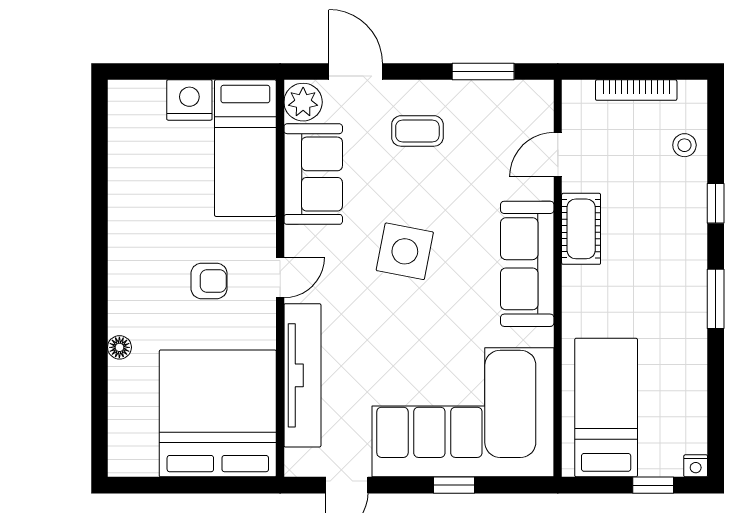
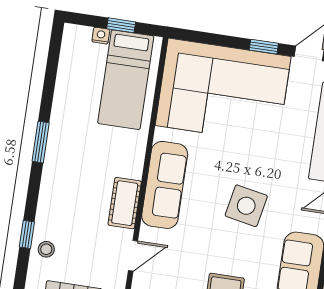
window: (716, 203) -> (27, 234), moved
nightstand: (696, 466) -> (101, 36), moved
window: (454, 485) -> (264, 47), moved
window: (653, 485) -> (121, 25), moved

